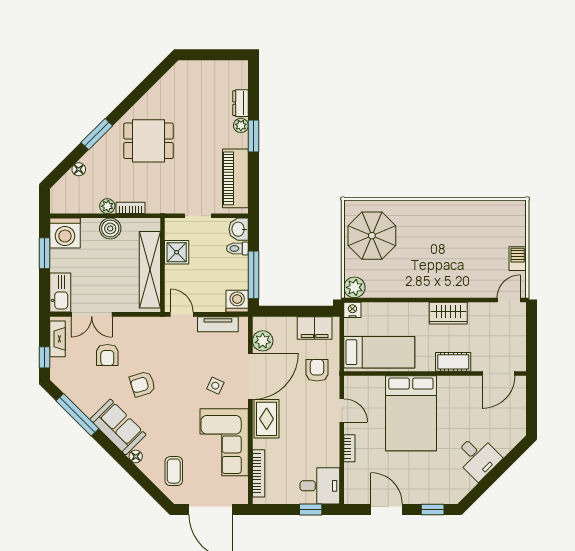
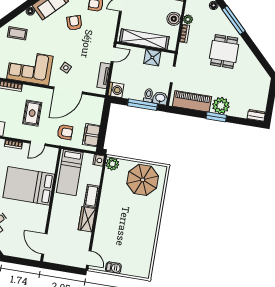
dresser: (241, 103) -> (256, 115), moved
plant: (241, 125) -> (221, 106), width x1.87, depth x1.87
window: (97, 134) -> (234, 20), width x1.44
window: (254, 275) -> (143, 105), moved
plant: (263, 341) -> (89, 102), removed
cot: (453, 362) -> (92, 196), moved
door: (250, 376) -> (68, 90), hinge flipped
rug: (267, 419) -> (32, 113), moved, turned 90

